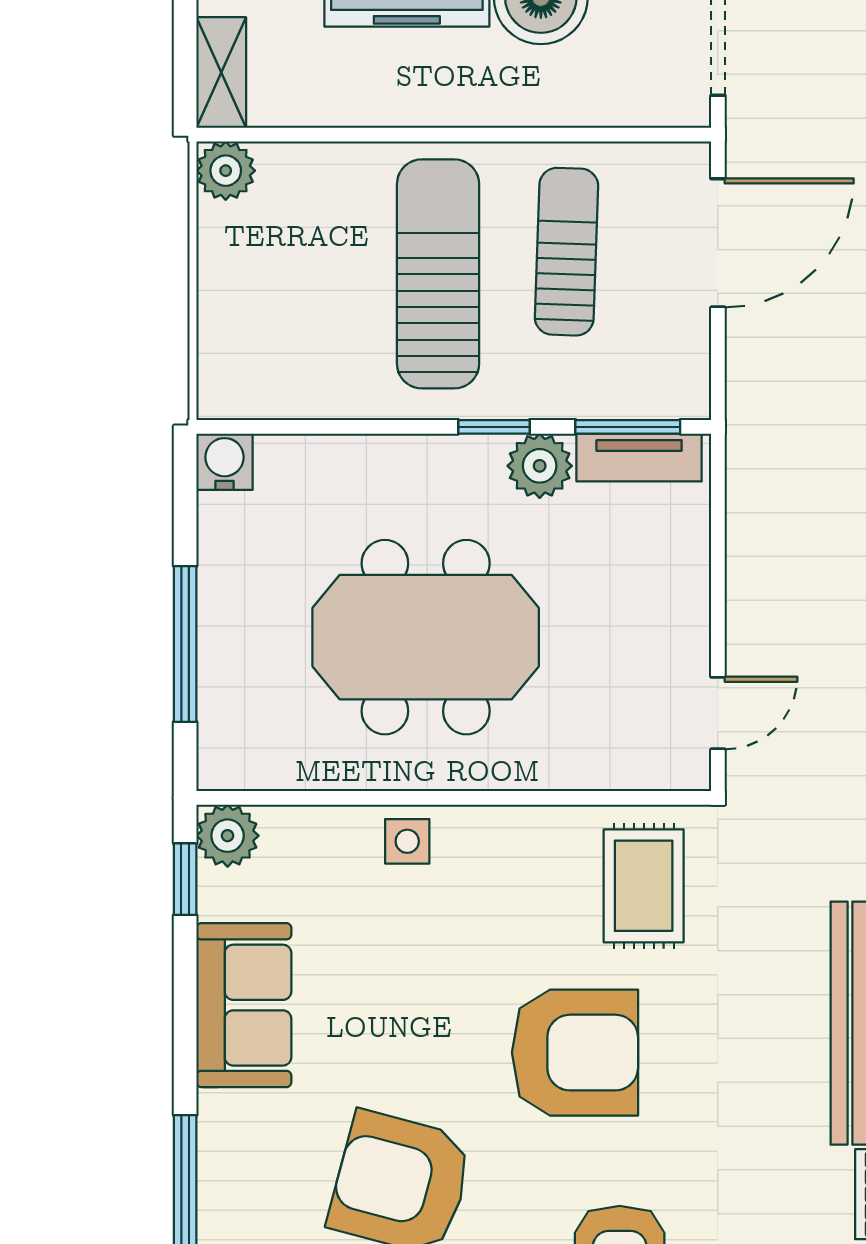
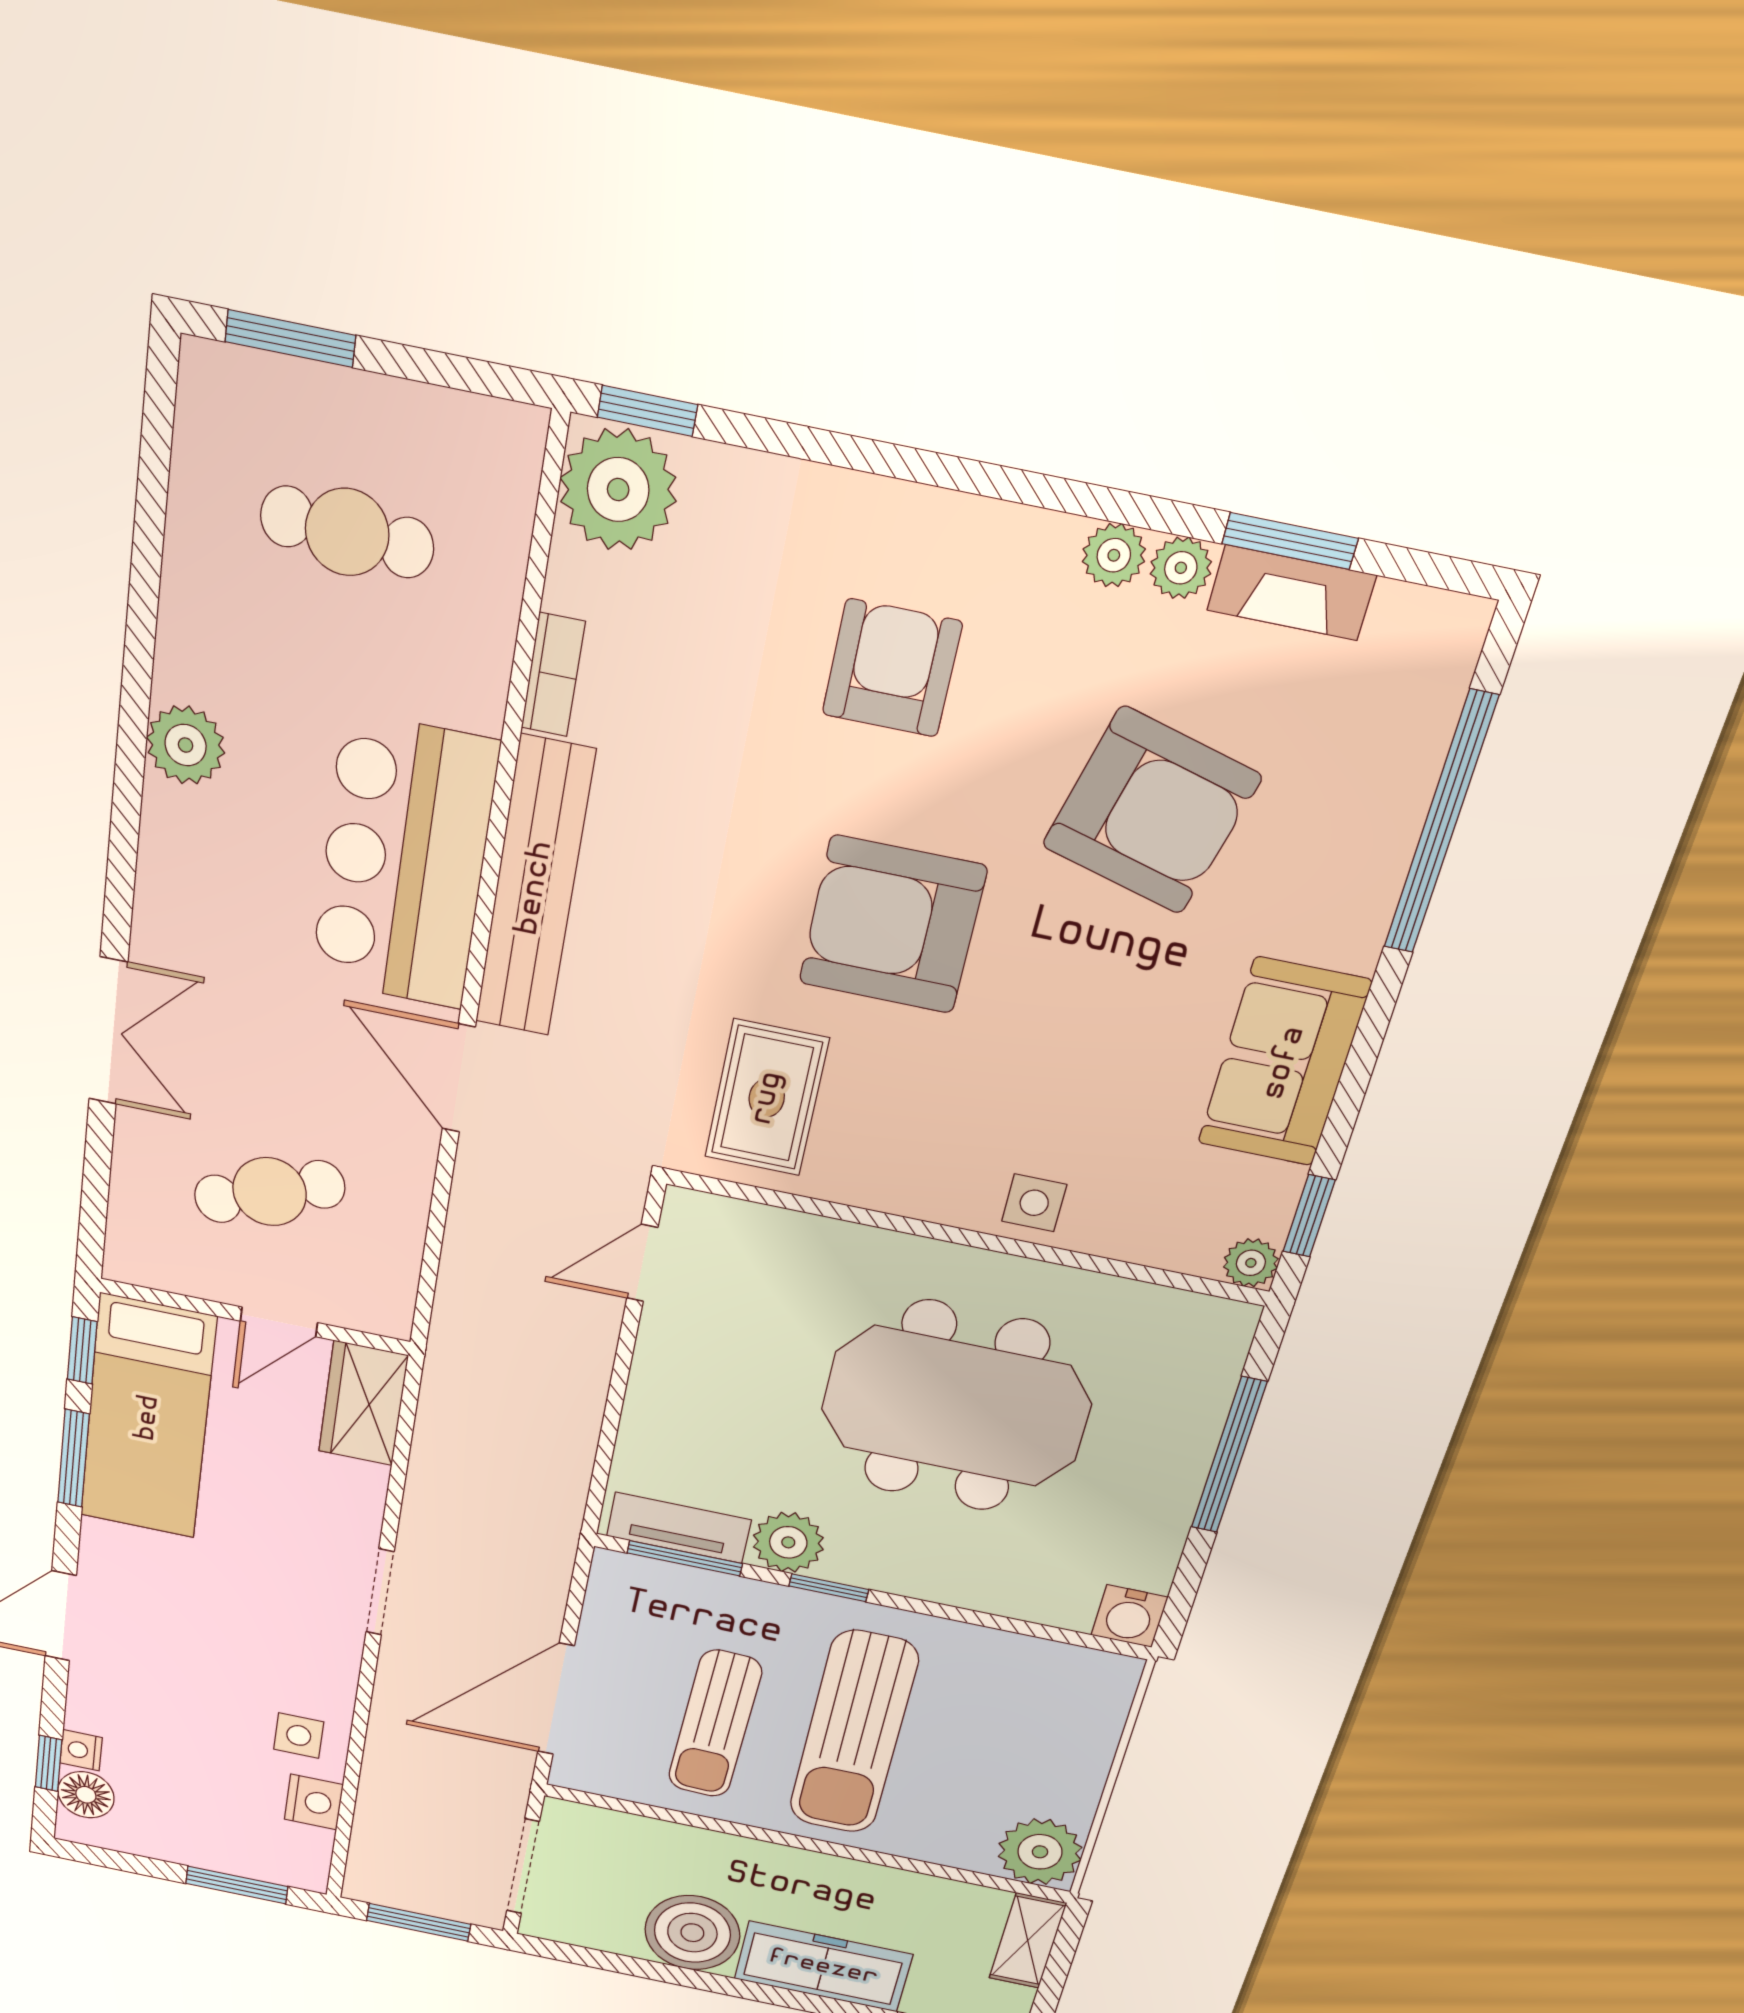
plant: (226, 171) -> (1040, 1852), width x1.36, depth x1.36
plant: (228, 836) -> (1251, 1263), width x0.73, depth x0.73

